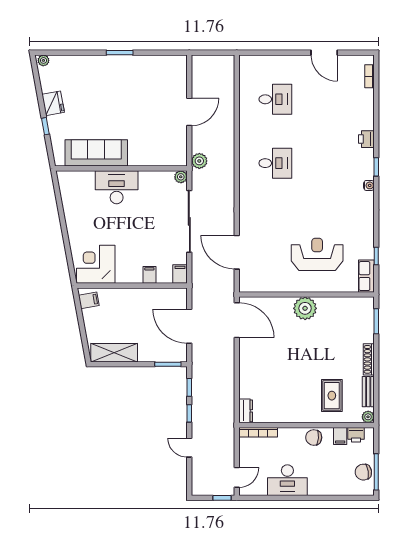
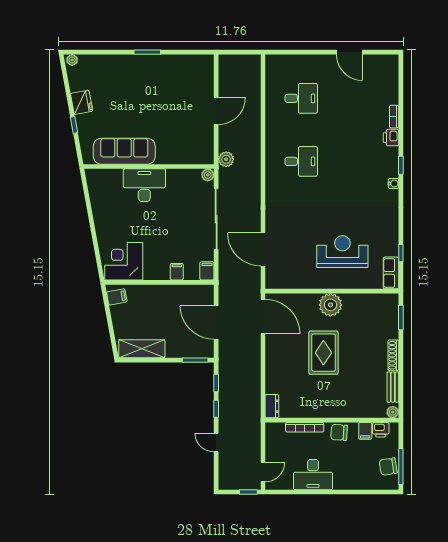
bookcase: (369, 76) -> (394, 117), moved
rug: (332, 396) -> (323, 353), moved, width x1.36, depth x1.43
bookcase: (258, 432) -> (305, 427), moved

